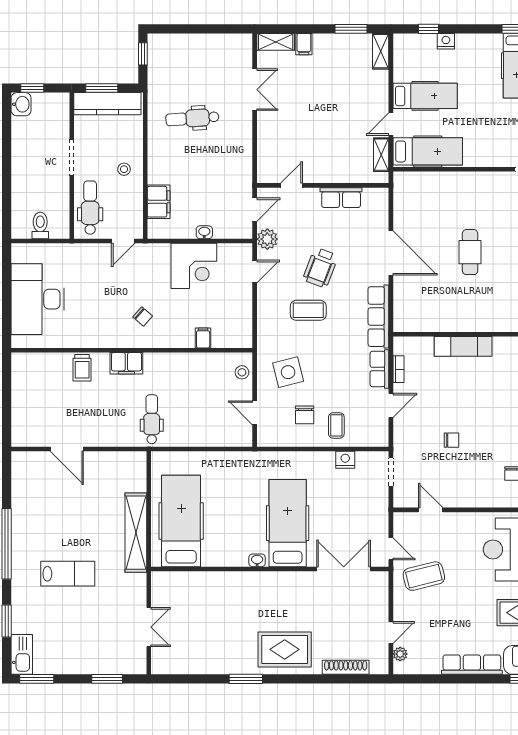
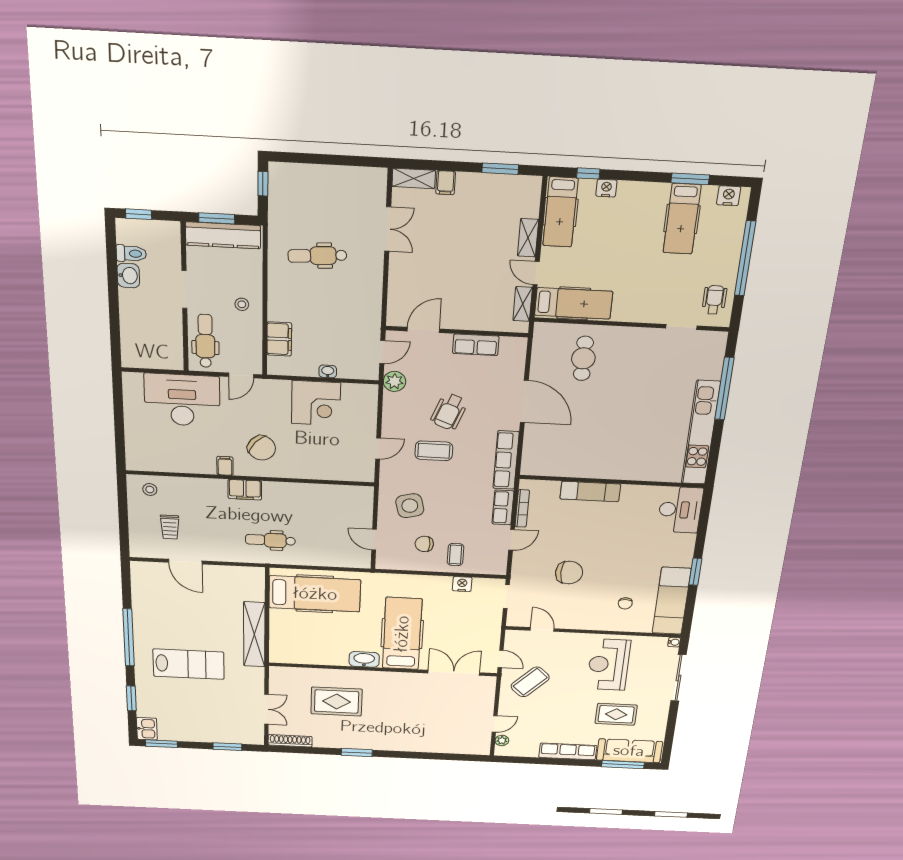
shelving: (381, 51) -> (528, 238), moved
hospital bed: (425, 96) -> (560, 212), moved, turned 90
washbasin: (21, 104) -> (128, 275), moved
door: (391, 124) -> (536, 273), hinge flipped
door: (292, 185) -> (423, 330), width x1.38
toilet: (40, 225) -> (131, 254), moved, turned 90
cafe table: (470, 252) -> (583, 358), moved
door: (255, 272) -> (378, 448), moved
desk: (38, 299) -> (182, 400), moved, turned 90
chair: (143, 317) -> (262, 448), width x1.87, depth x1.87
filing cabinet: (203, 338) -> (225, 466), moved
trolley: (82, 368) -> (170, 527), moved
bookcase: (398, 369) -> (522, 508), width x1.56
stool: (242, 372) -> (150, 490), moved
chair: (305, 415) -> (424, 544), turned 90
dental chair: (152, 419) -> (270, 540), turned -90
chair: (452, 440) -> (569, 573), width x1.87, depth x1.87
hospital bed: (181, 521) -> (315, 594), moved, turned 90
washbasin: (257, 560) -> (364, 659), width x1.91, depth x1.45
lab bench: (68, 574) -> (189, 664), width x1.36, depth x1.39
coffee table: (424, 576) -> (530, 682), turned -32
rug: (285, 649) -> (337, 702), moved
kitchen sink: (22, 654) -> (147, 729), width x0.73
shoe rack: (346, 667) -> (290, 741), moved

